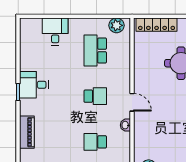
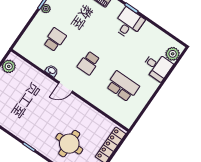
plant: (117, 25) -> (173, 54), moved

